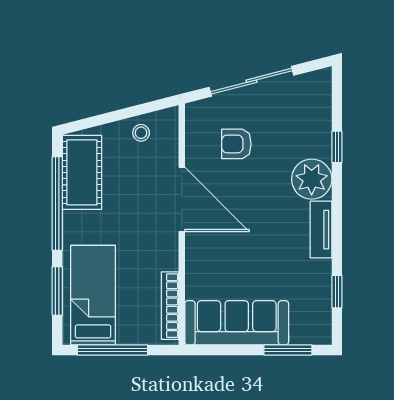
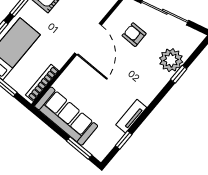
plant: (312, 179) -> (171, 60), moved
tv unit: (321, 230) -> (131, 116), moved

